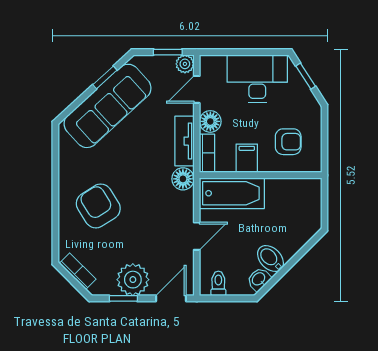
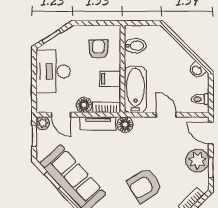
bidet: (270, 258) -> (135, 46), moved, turned -135

